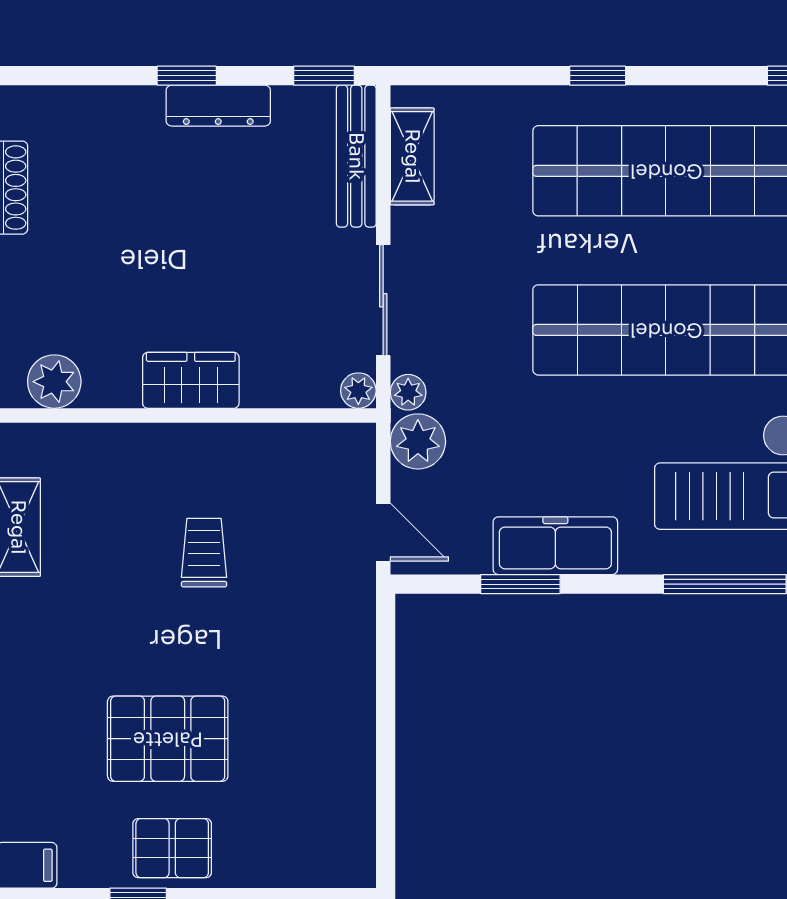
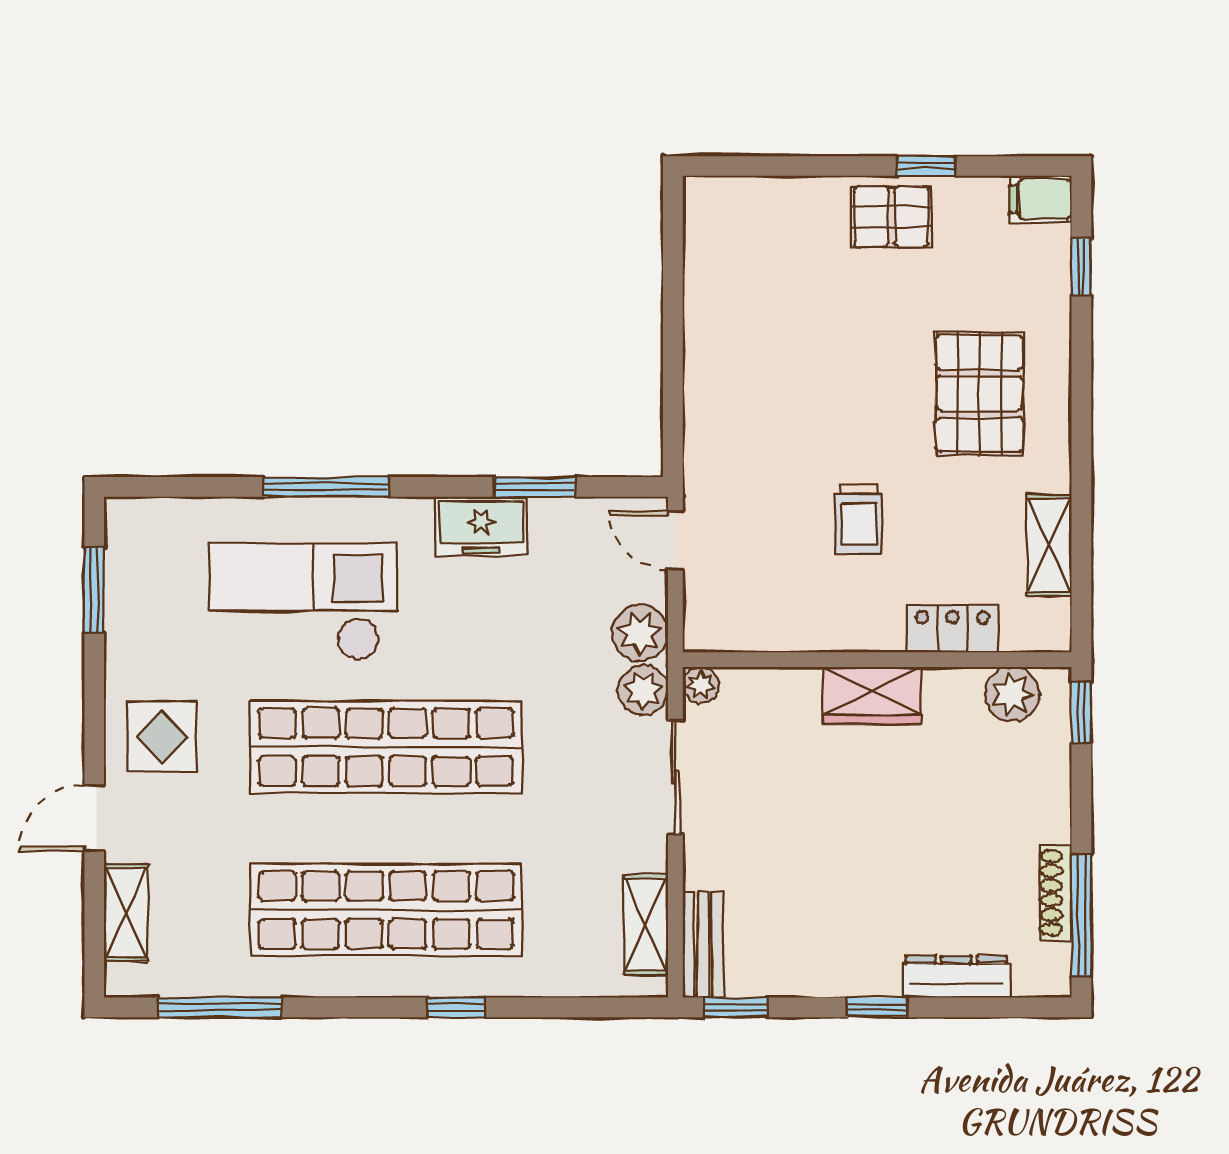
dresser: (218, 106) -> (956, 977), moved
bench: (356, 156) -> (703, 944), width x0.73
plant: (408, 392) -> (643, 690), width x1.38, depth x1.38
locker: (112, 445) -> (953, 629), added
freezer: (555, 546) -> (481, 526), width x0.71
pallet: (168, 739) -> (979, 394), moved, turned 90

